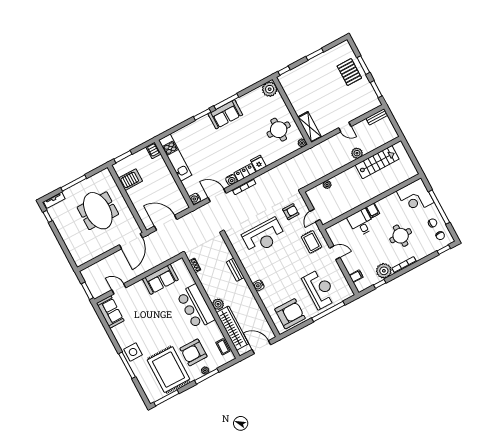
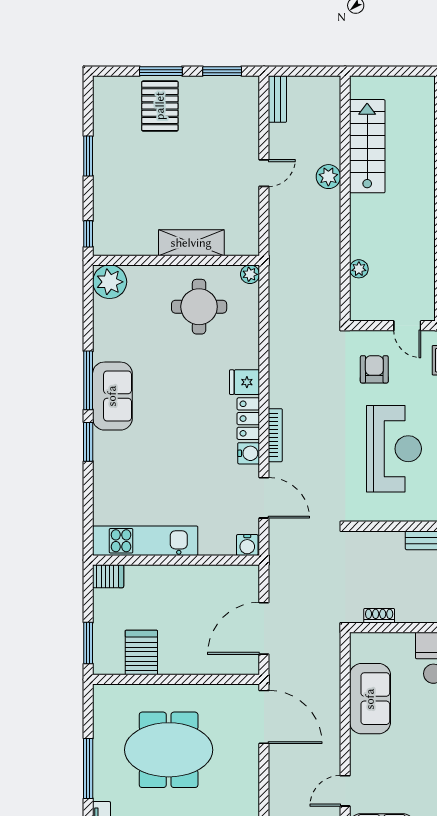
pallet: (349, 72) -> (160, 106), turned 90
shelving: (310, 127) -> (191, 243), moved
door: (217, 195) -> (264, 498), swing flipped

